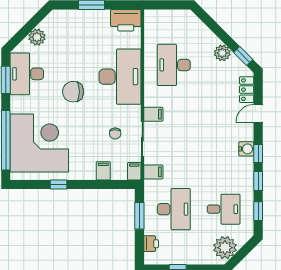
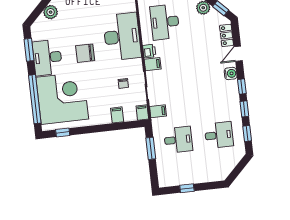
desk: (27, 74) -> (47, 57), moved
water cooler: (246, 149) -> (231, 73), moved
window: (58, 185) -> (63, 133), moved
desk: (174, 209) -> (178, 140), width x0.73
printer: (151, 244) -> (149, 51), moved
plant: (225, 248) -> (224, 166), removed

